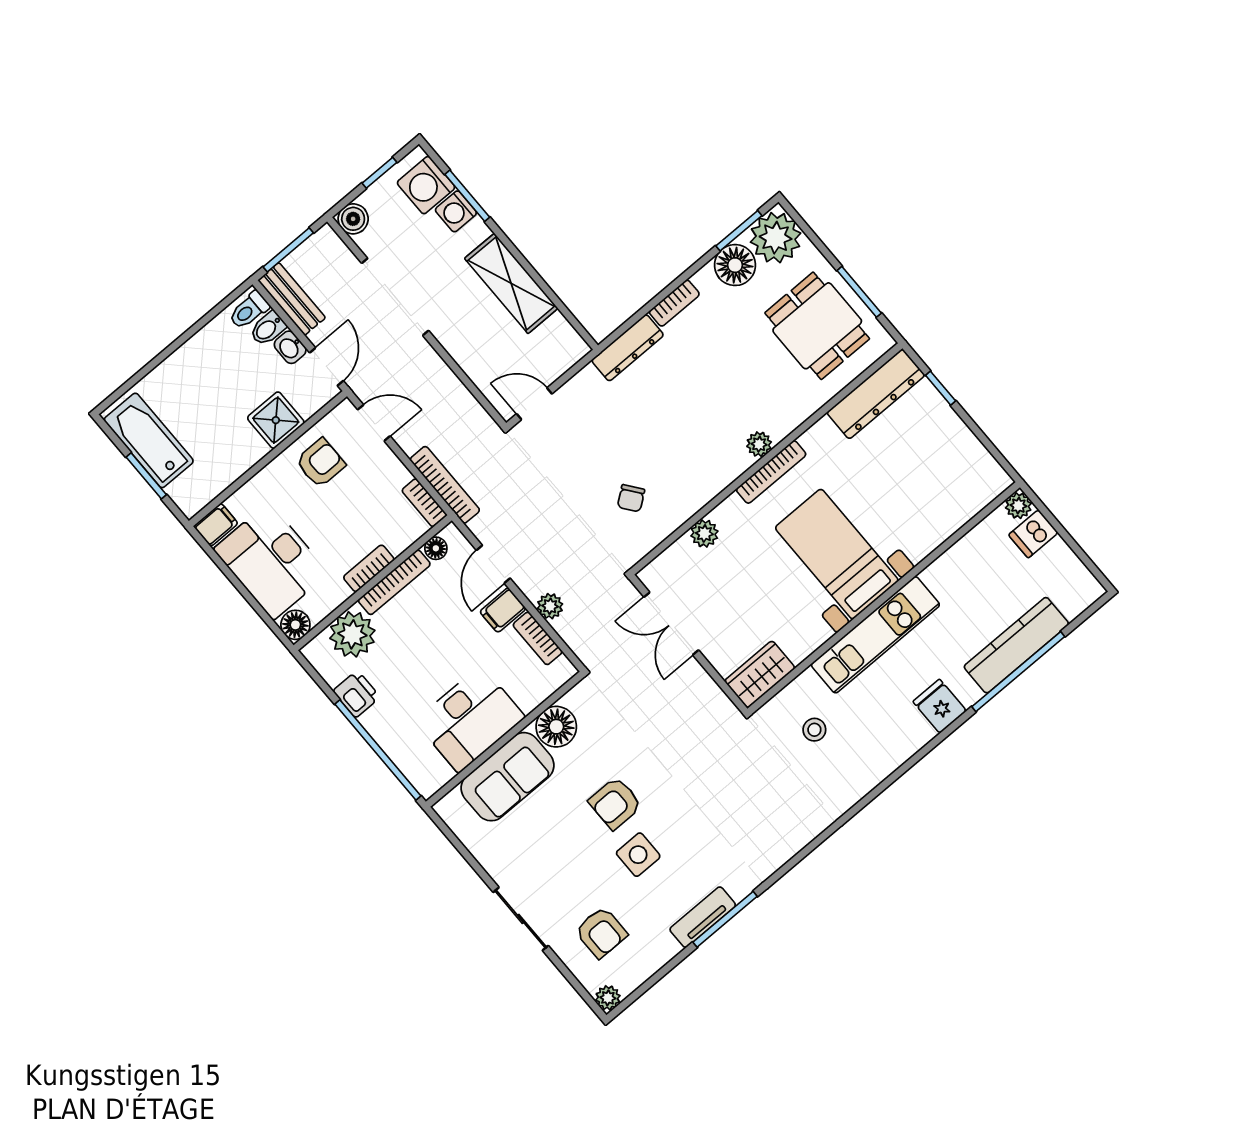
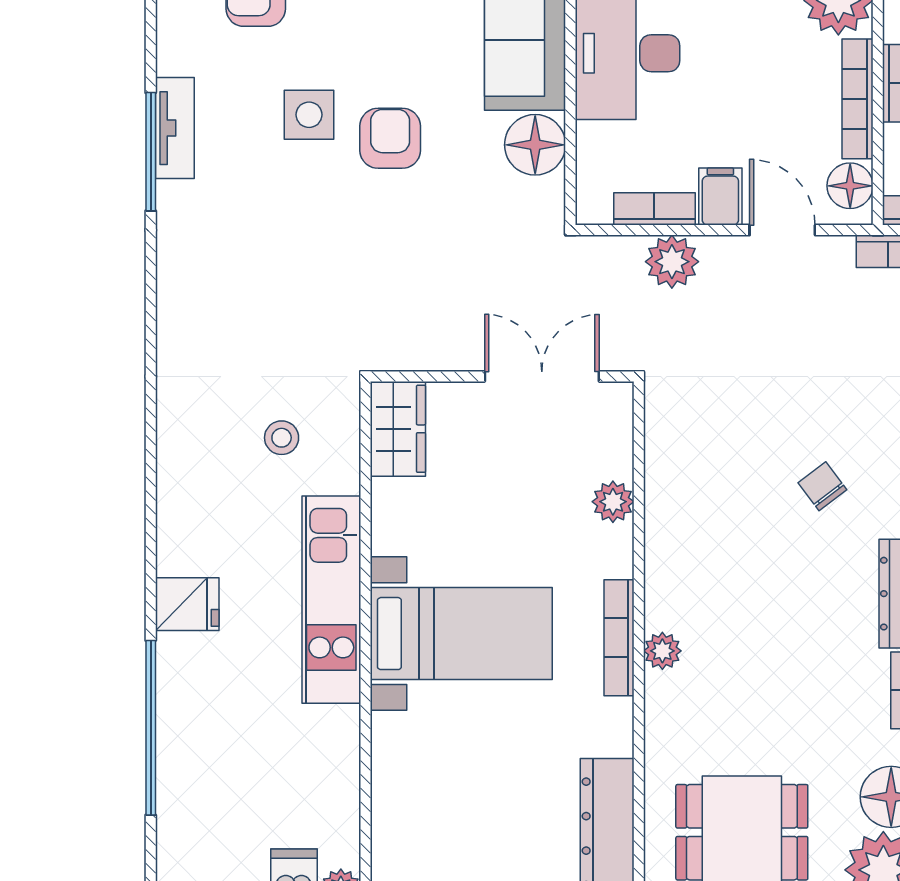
chair: (631, 498) -> (822, 486), moved
floor lamp: (436, 548) -> (850, 186), width x1.37, depth x1.37
plant: (550, 606) -> (672, 262), width x1.38, depth x1.38
kitchen counter: (1016, 645) -> (183, 751), removed

